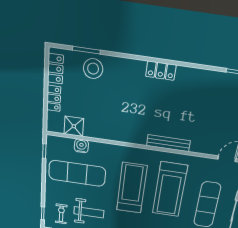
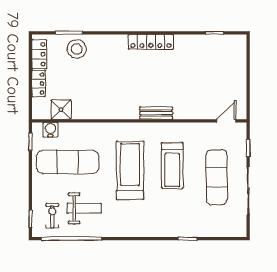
locker: (161, 71) -> (151, 42), width x1.53
bench: (168, 143) -> (156, 113), width x0.73
water cooler: (81, 146) -> (50, 130), moved
treadmill: (170, 190) -> (172, 165), width x0.73, depth x0.73

